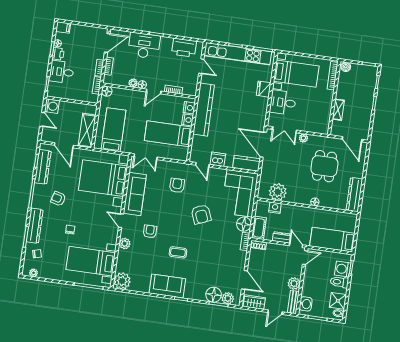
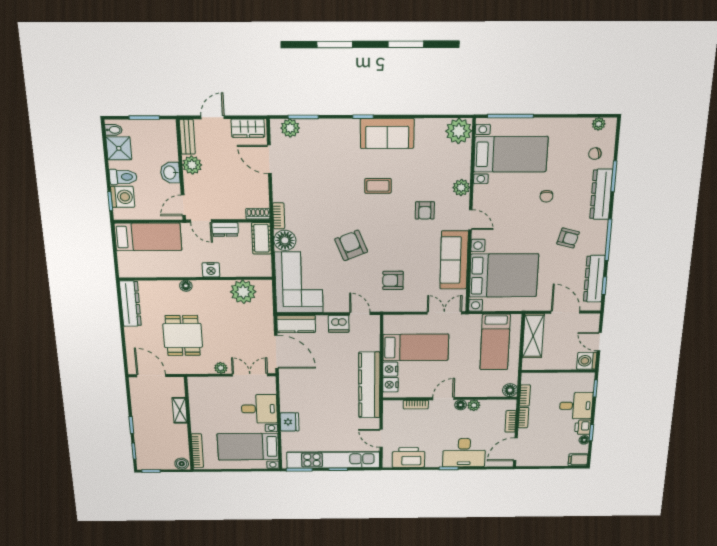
armchair: (177, 185) -> (393, 280), turned 90
nightstand: (275, 208) -> (211, 270), moved
floor lamp: (214, 295) -> (313, 130), removed
washbasin: (306, 304) -> (170, 173), moved

